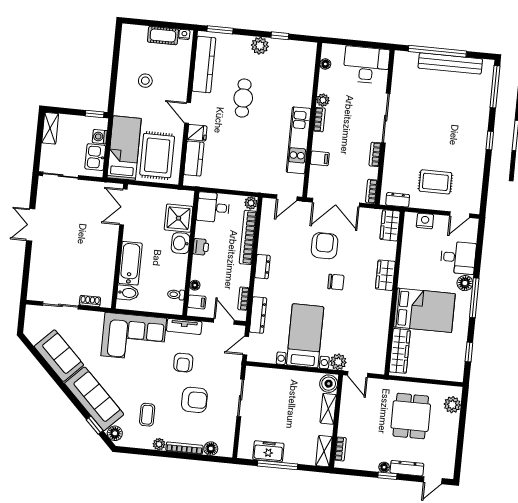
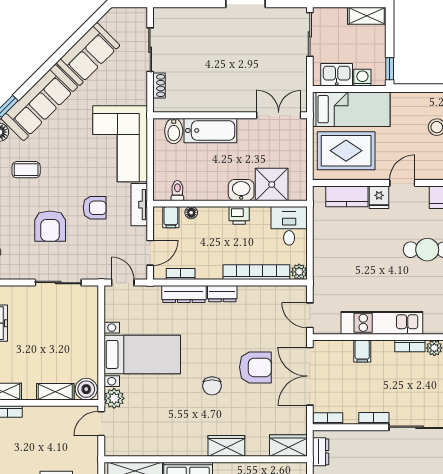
dresser: (258, 315) -> (184, 294), moved
armchair: (183, 363) -> (95, 208), turned 180

